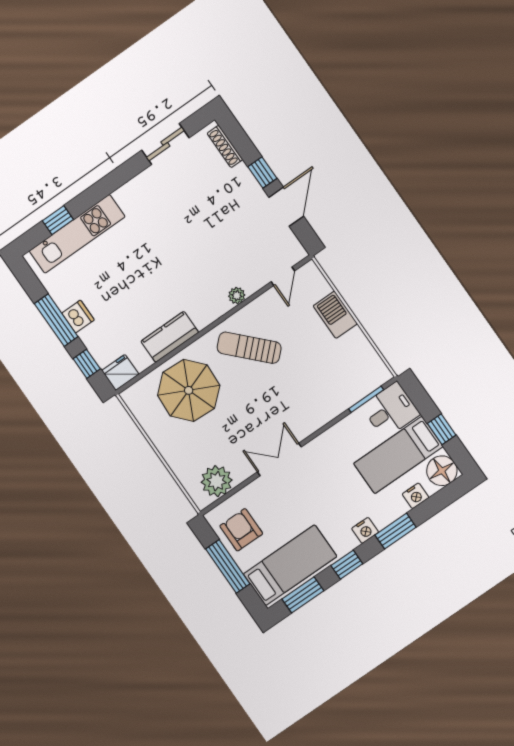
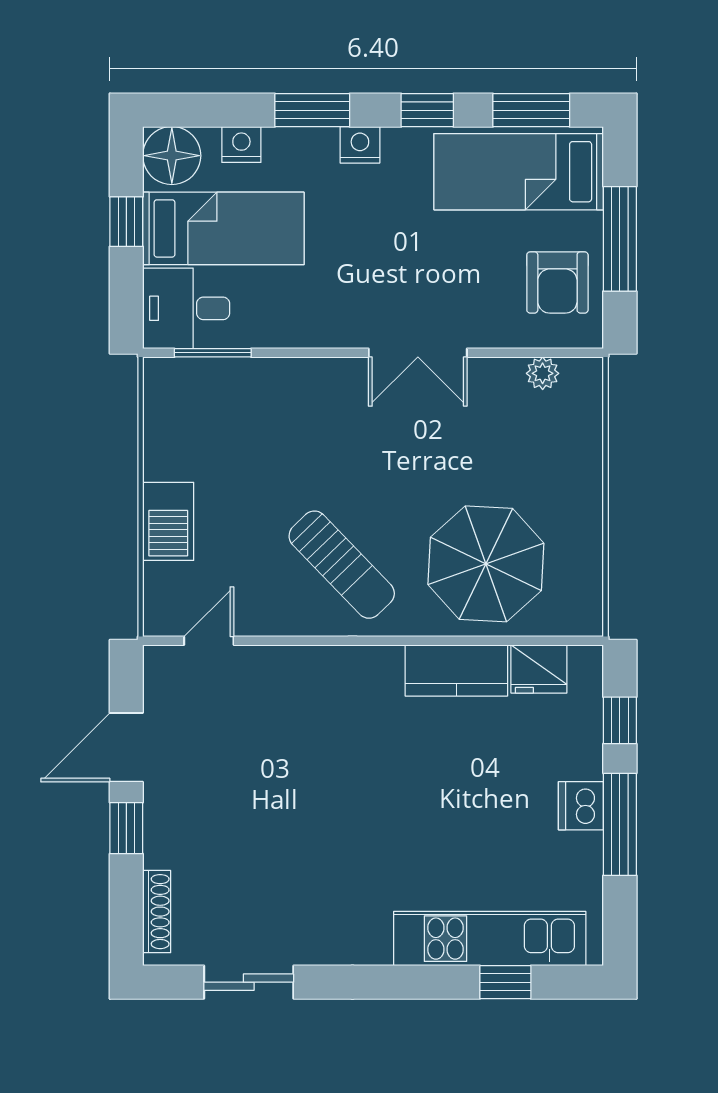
plant: (237, 296) -> (303, 661), removed
fridge: (120, 372) -> (539, 669), moved
plant: (217, 481) -> (543, 373), width x0.53, depth x0.53

